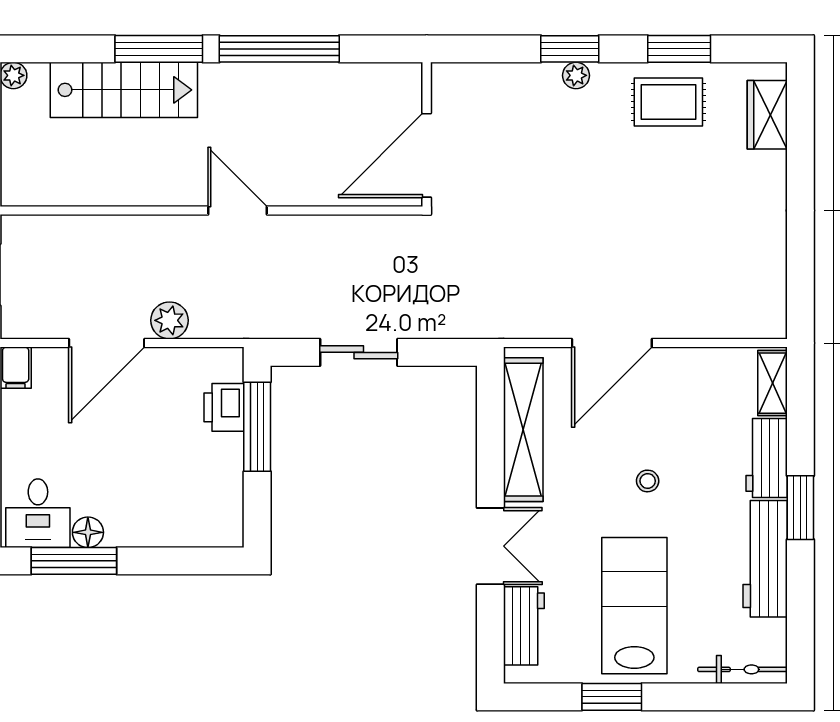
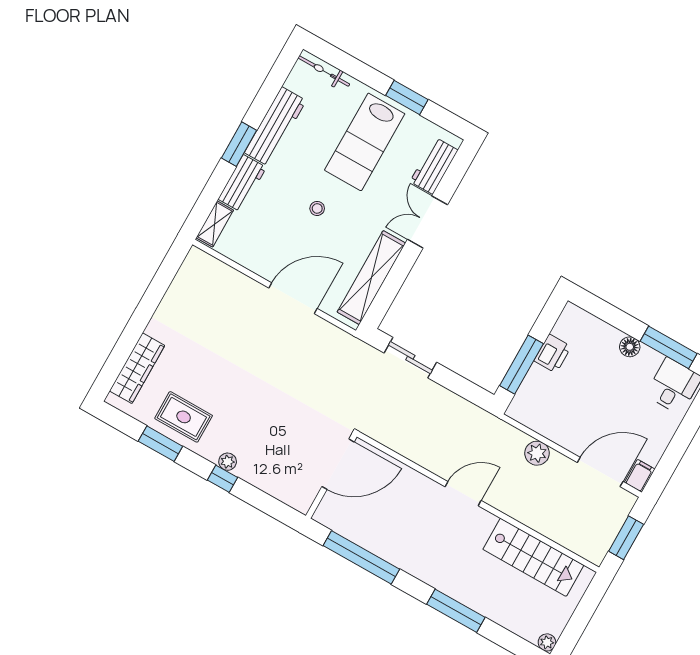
window: (279, 49) -> (361, 557), moved
window: (570, 49) -> (223, 479), width x0.67
stairs: (124, 90) -> (533, 557), moved, turned 180
wardrobe: (767, 115) -> (137, 368), width x1.50
door: (237, 211) -> (463, 494), swing flipped
door: (107, 343) -> (600, 472), moved
sliding door: (359, 352) -> (410, 358), moved
printer: (224, 407) -> (553, 354), moved
floor lamp: (88, 532) -> (630, 347), moved

